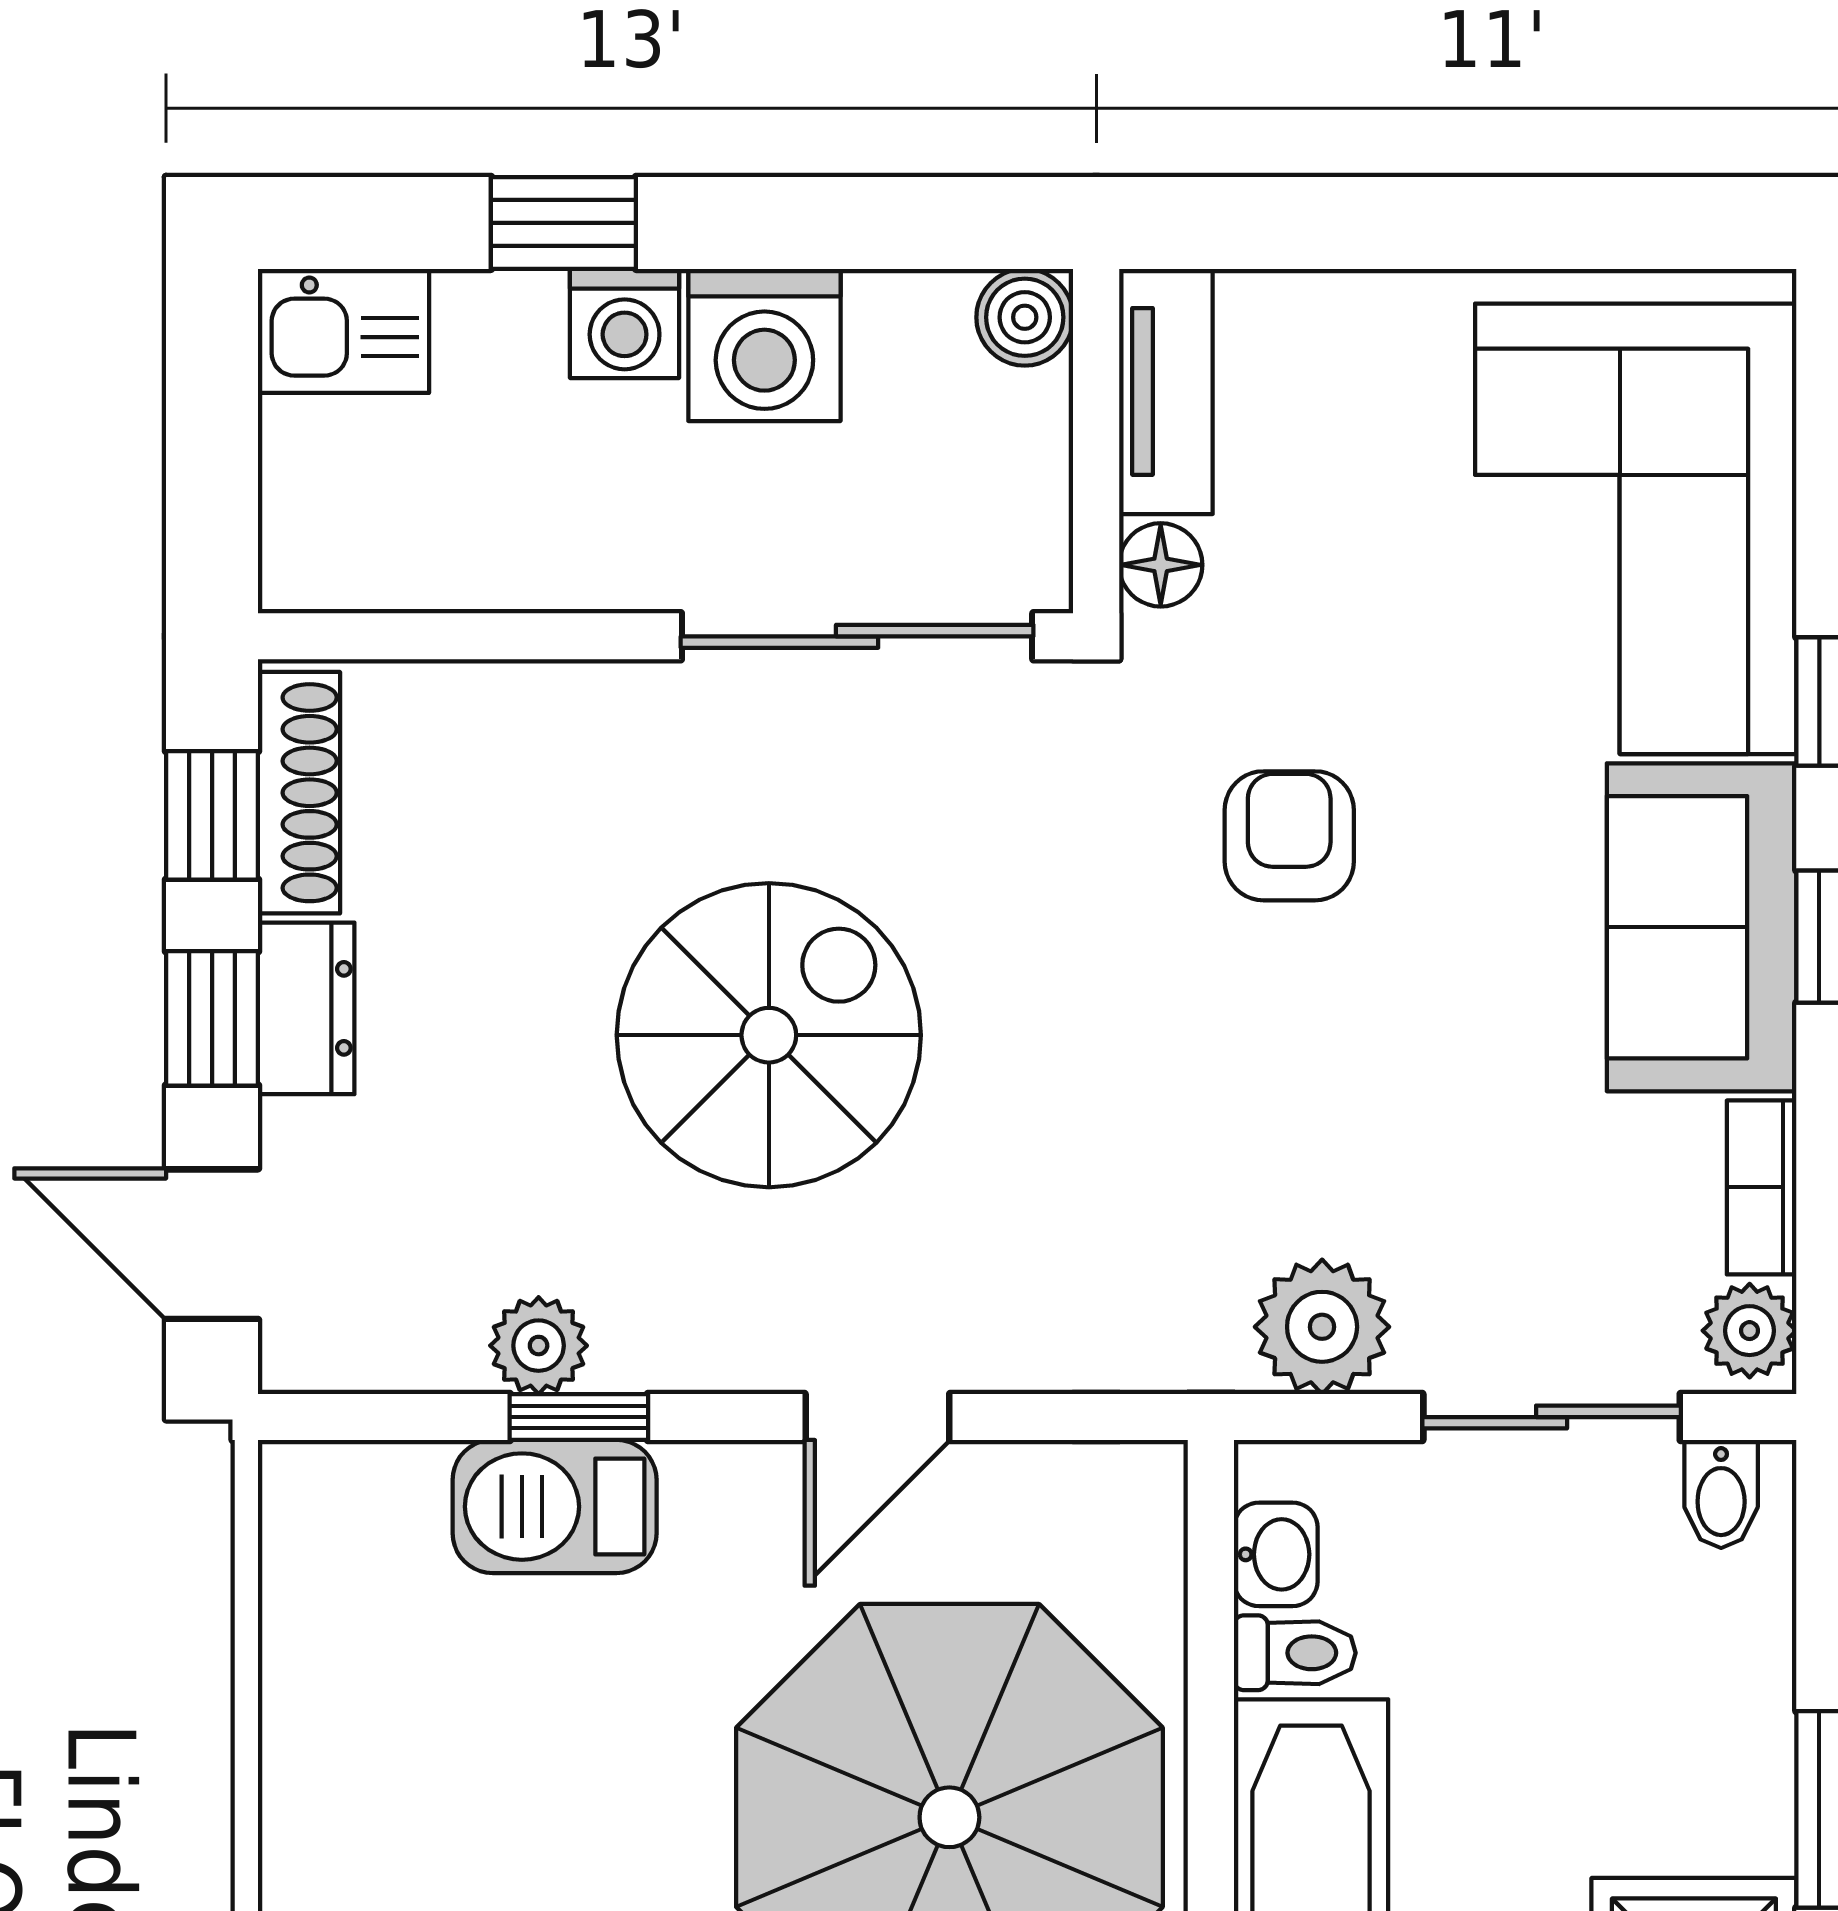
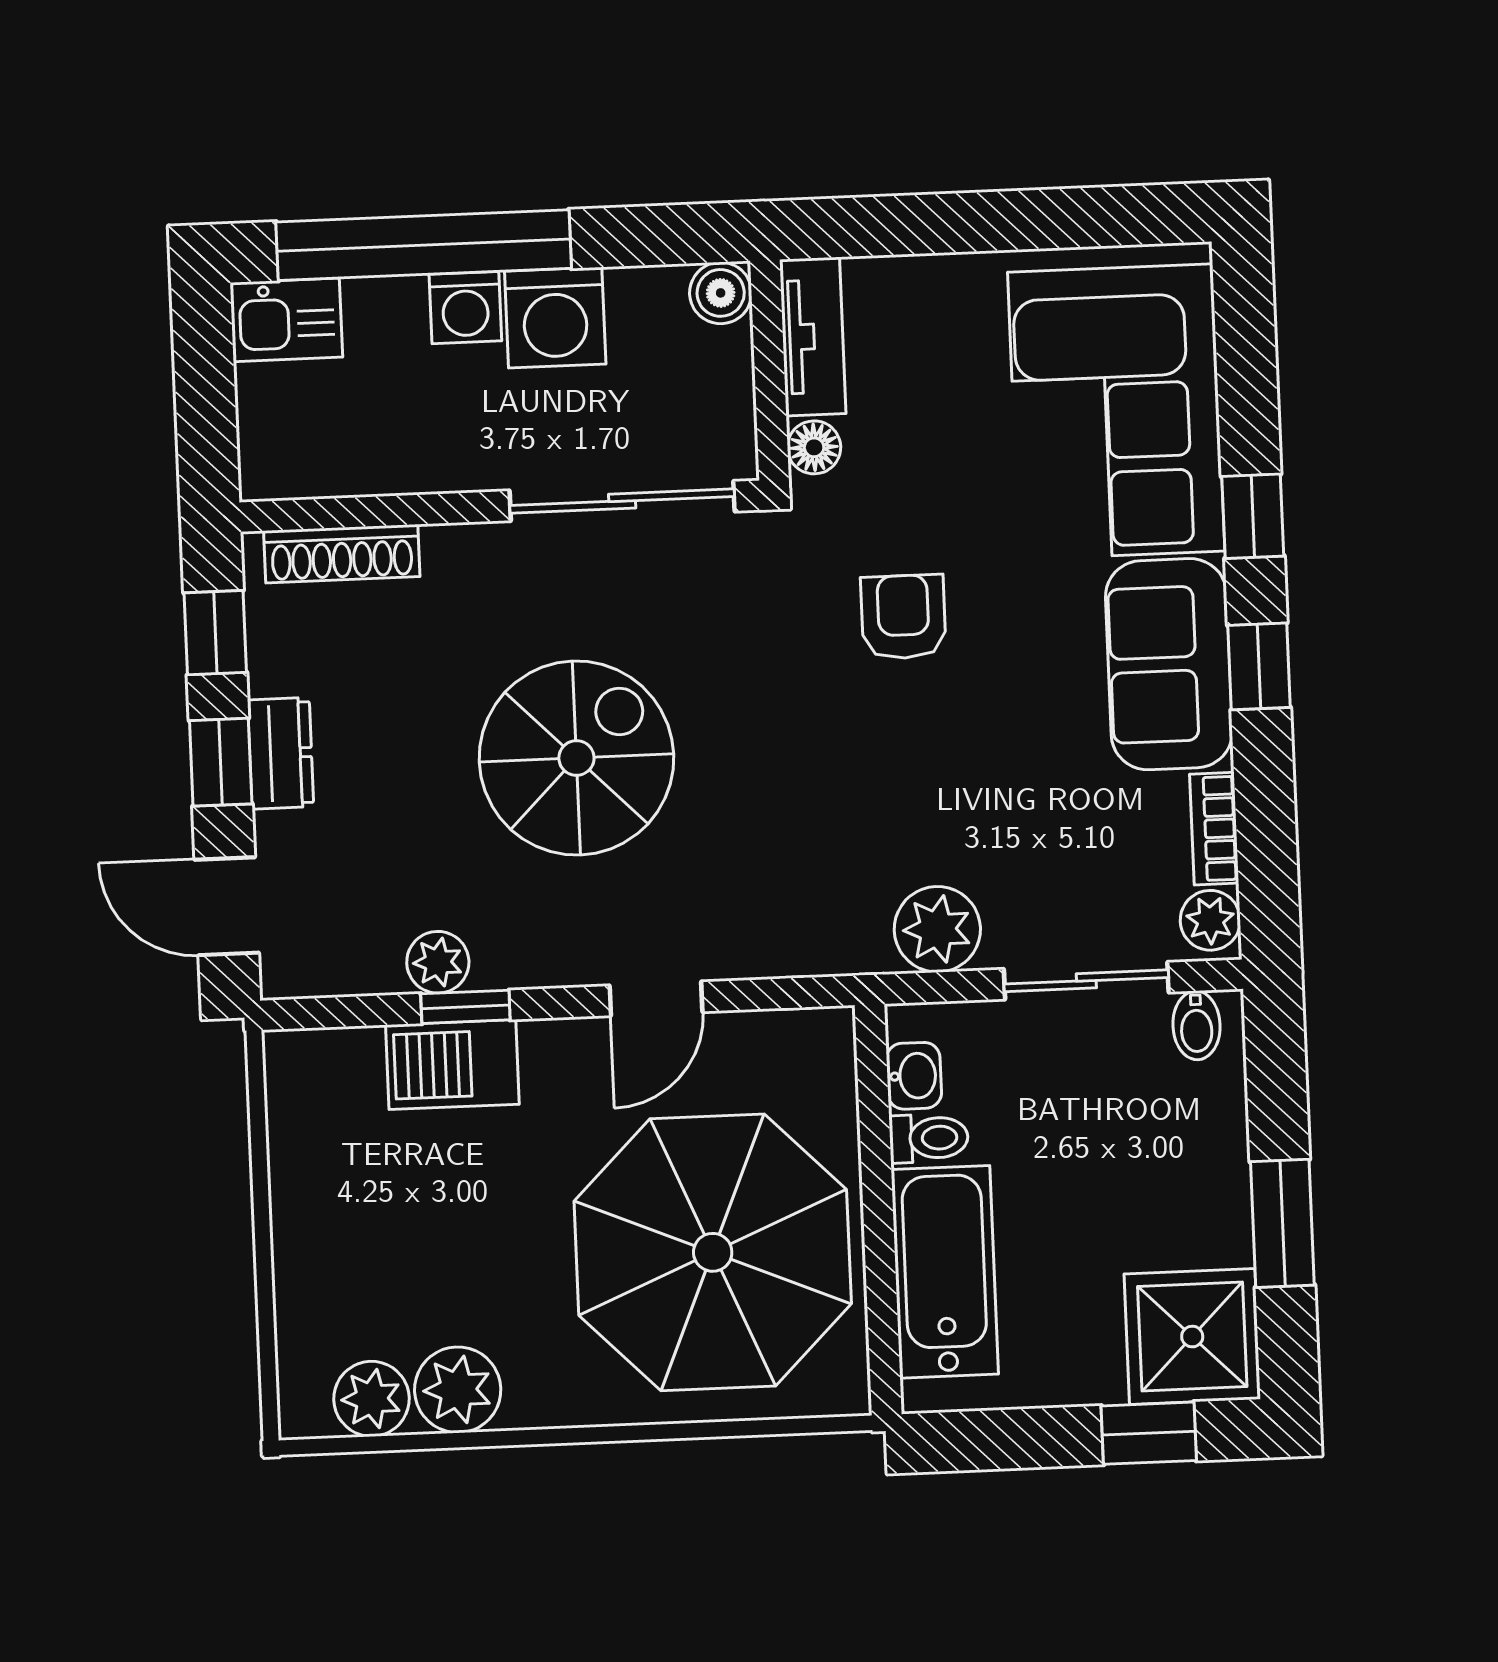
window: (563, 223) -> (424, 245), width x3.17
shoe rack: (299, 793) -> (342, 554), moved, turned 90

